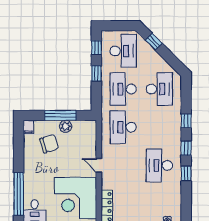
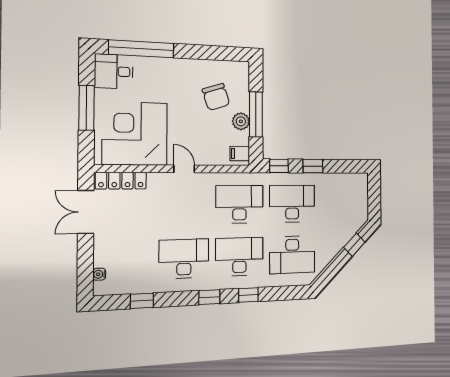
window: (96, 48) -> (279, 166), moved
desk: (123, 51) -> (239, 257), moved, turned 180
filing cabinet: (28, 127) -> (240, 154), moved
door: (99, 165) -> (184, 169), hinge flipped
window: (186, 173) -> (142, 301), moved

